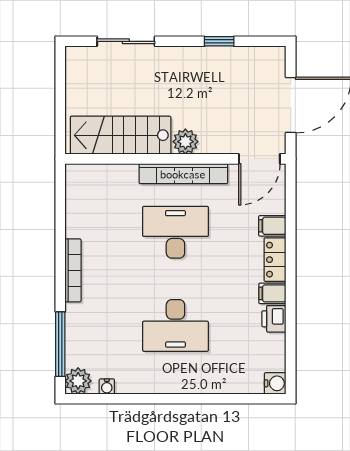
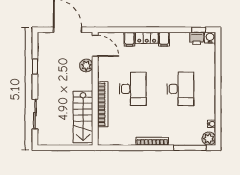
plant: (185, 142) -> (86, 66), moved
bookcase: (183, 174) -> (103, 104), moved
desk: (175, 232) -> (133, 89), turned 180
printer: (274, 319) -> (197, 38), moved
window: (291, 361) -> (199, 30), added

